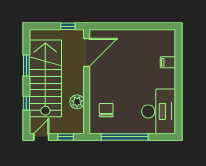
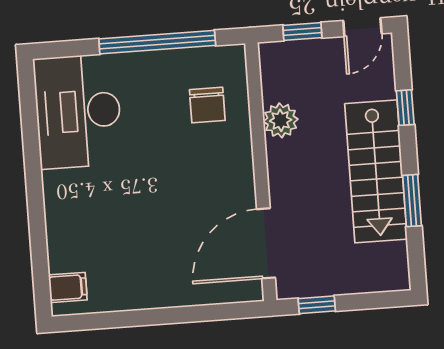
filing cabinet: (168, 62) -> (68, 287), moved
stairs: (45, 78) -> (376, 171), width x0.73, depth x0.66

